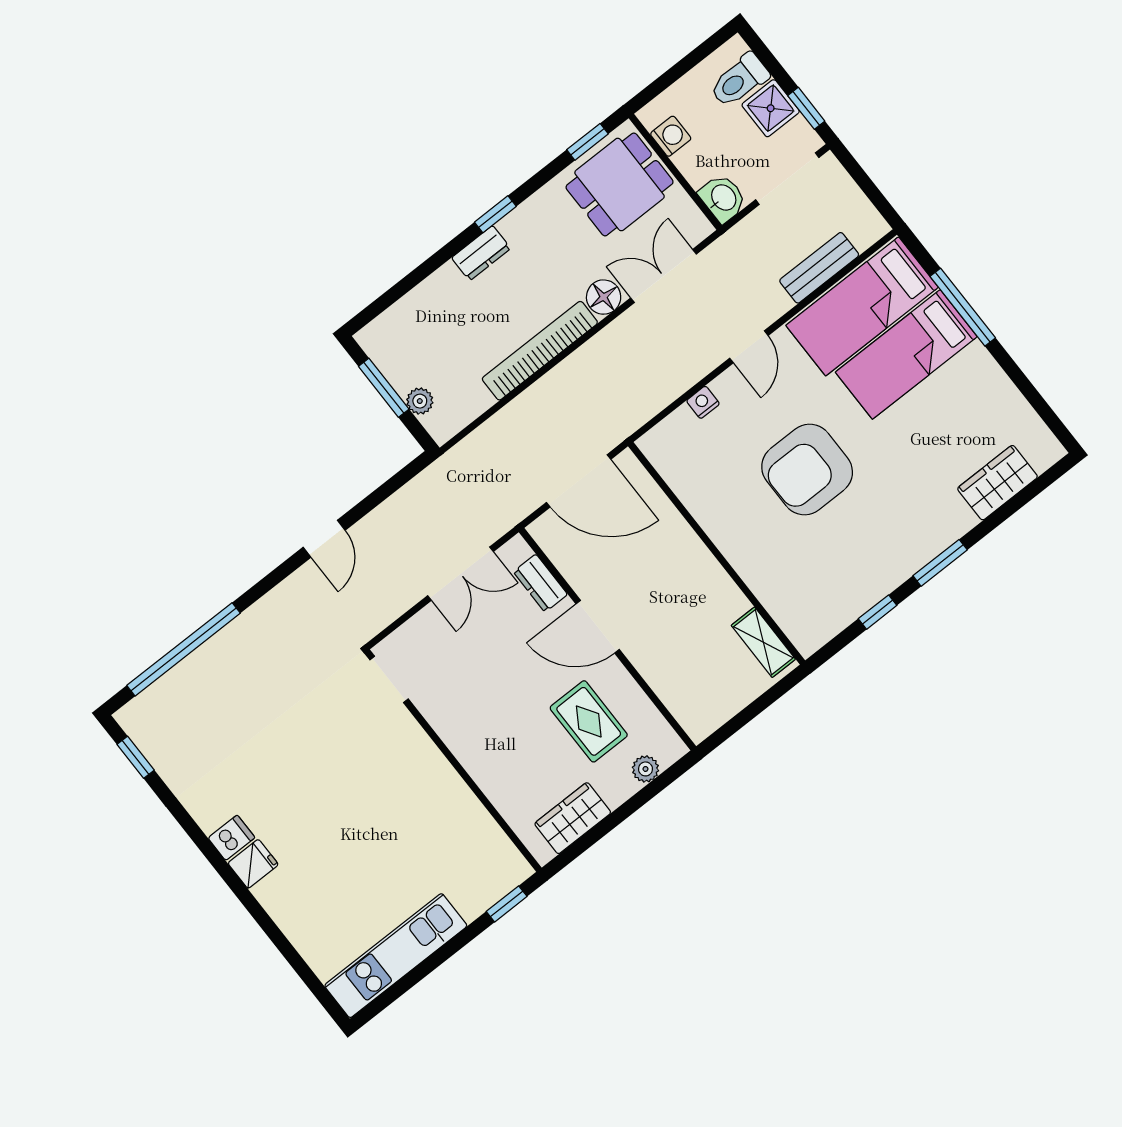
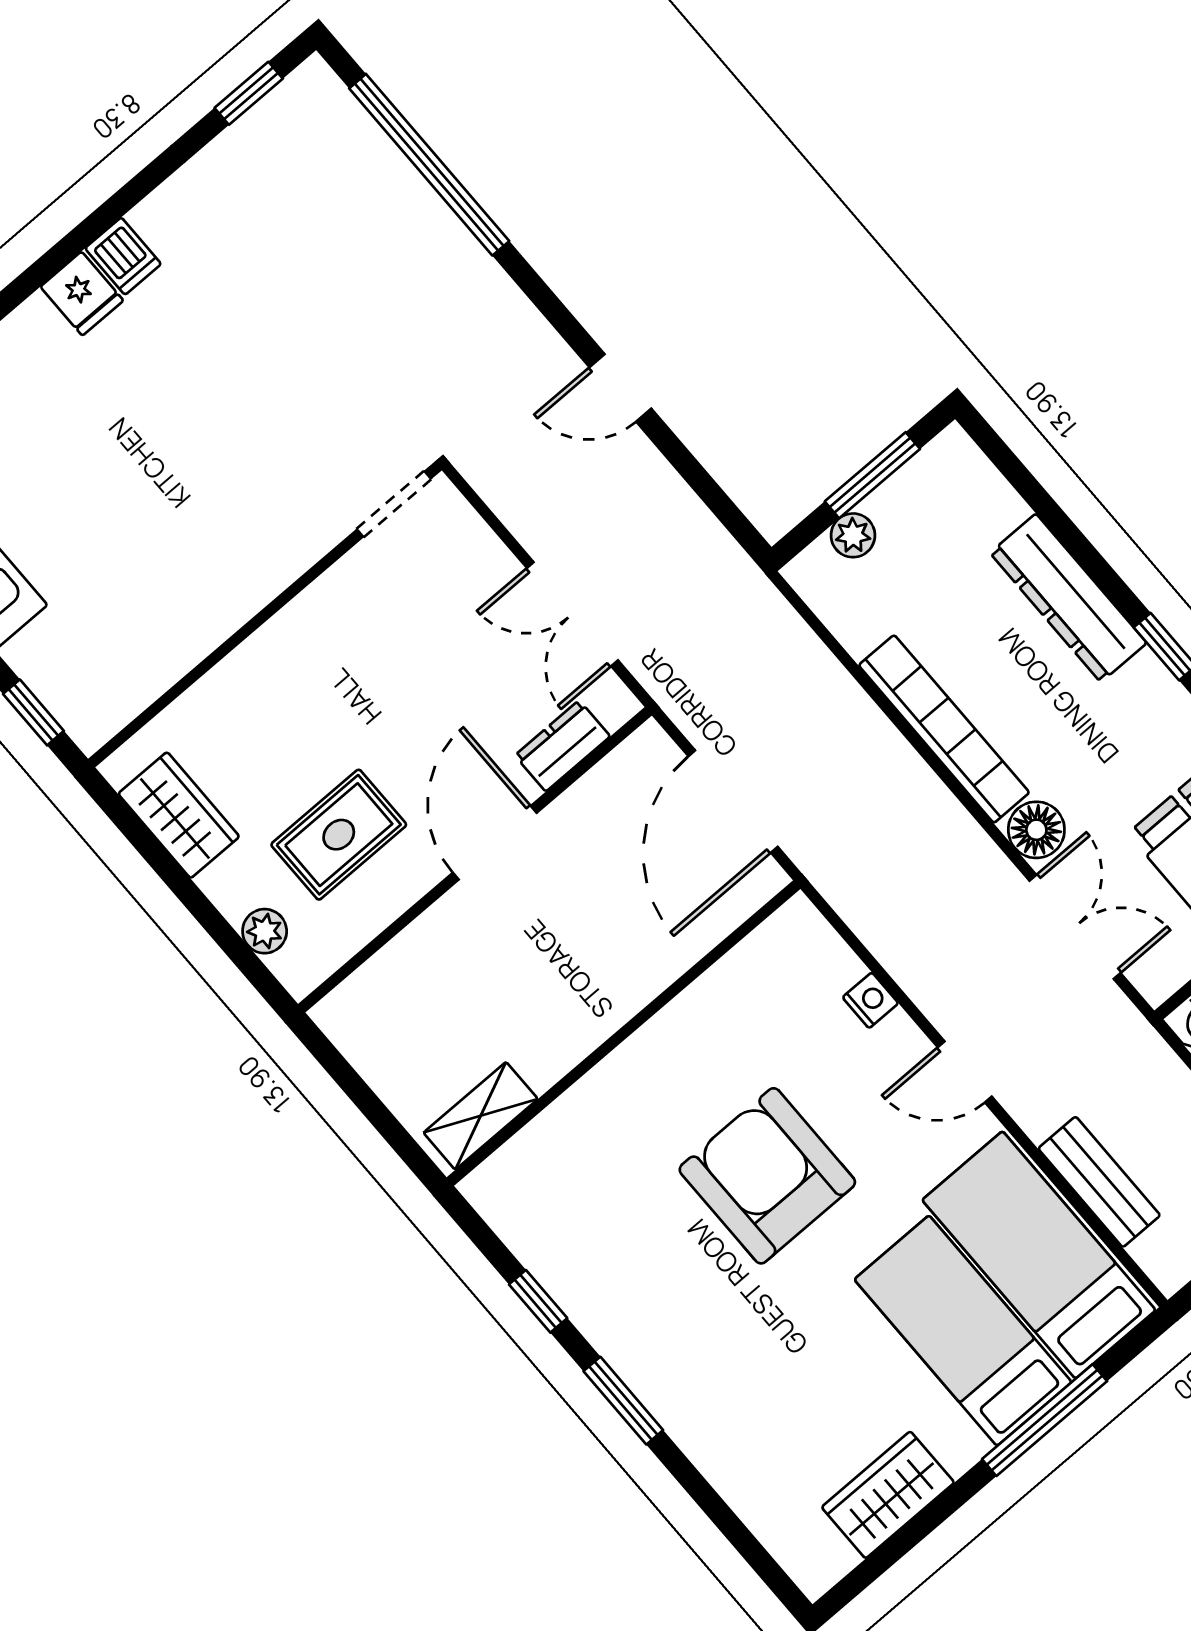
dresser: (481, 253) -> (1068, 598), width x1.96, depth x1.24
wardrobe: (998, 483) -> (888, 1495), moved, turned -90

